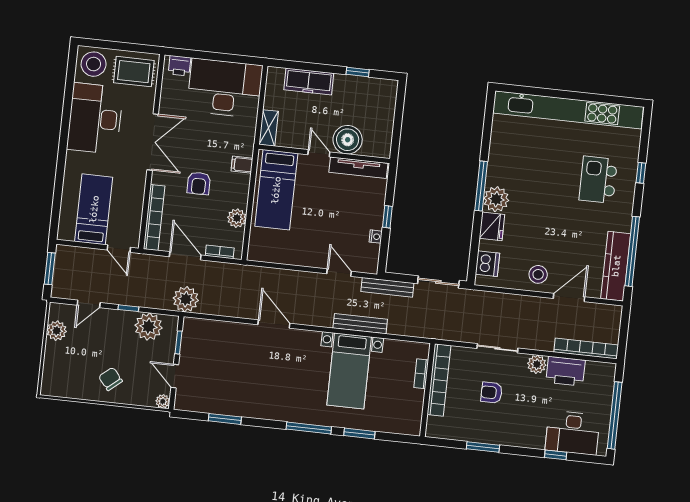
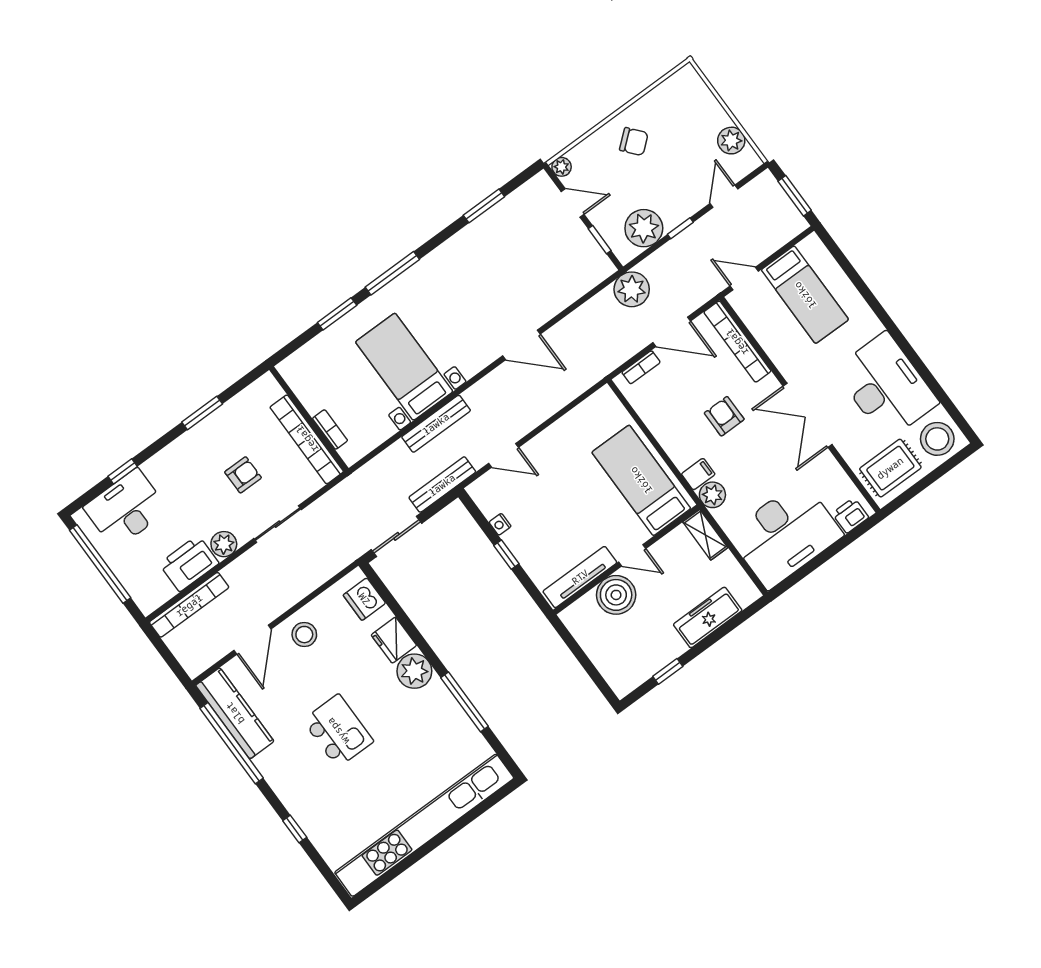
kitchen island: (598, 180) -> (338, 731), moved
window: (481, 186) -> (464, 702), moved
plant: (237, 218) -> (712, 495), moved

